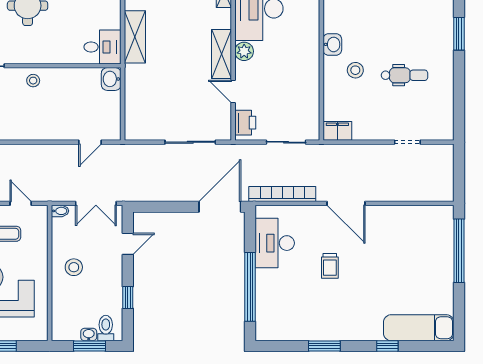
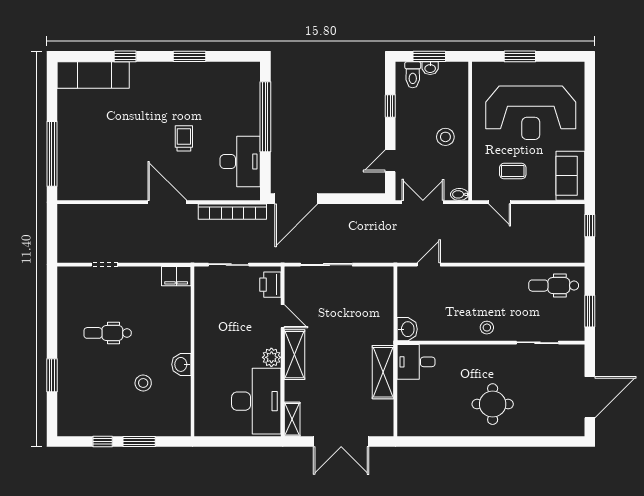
stool: (355, 70) -> (143, 383), moved

